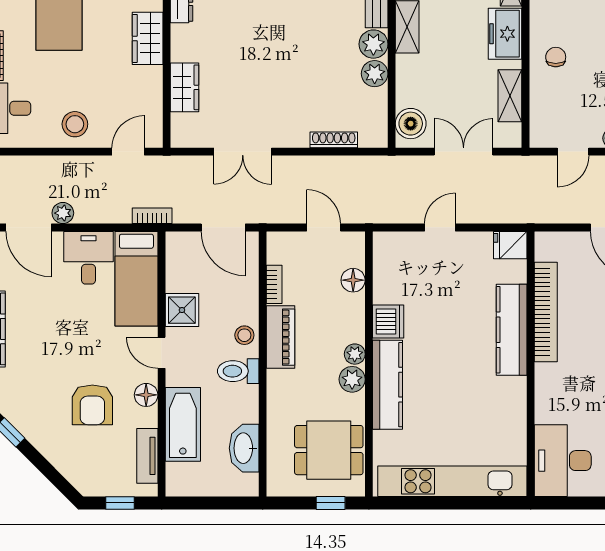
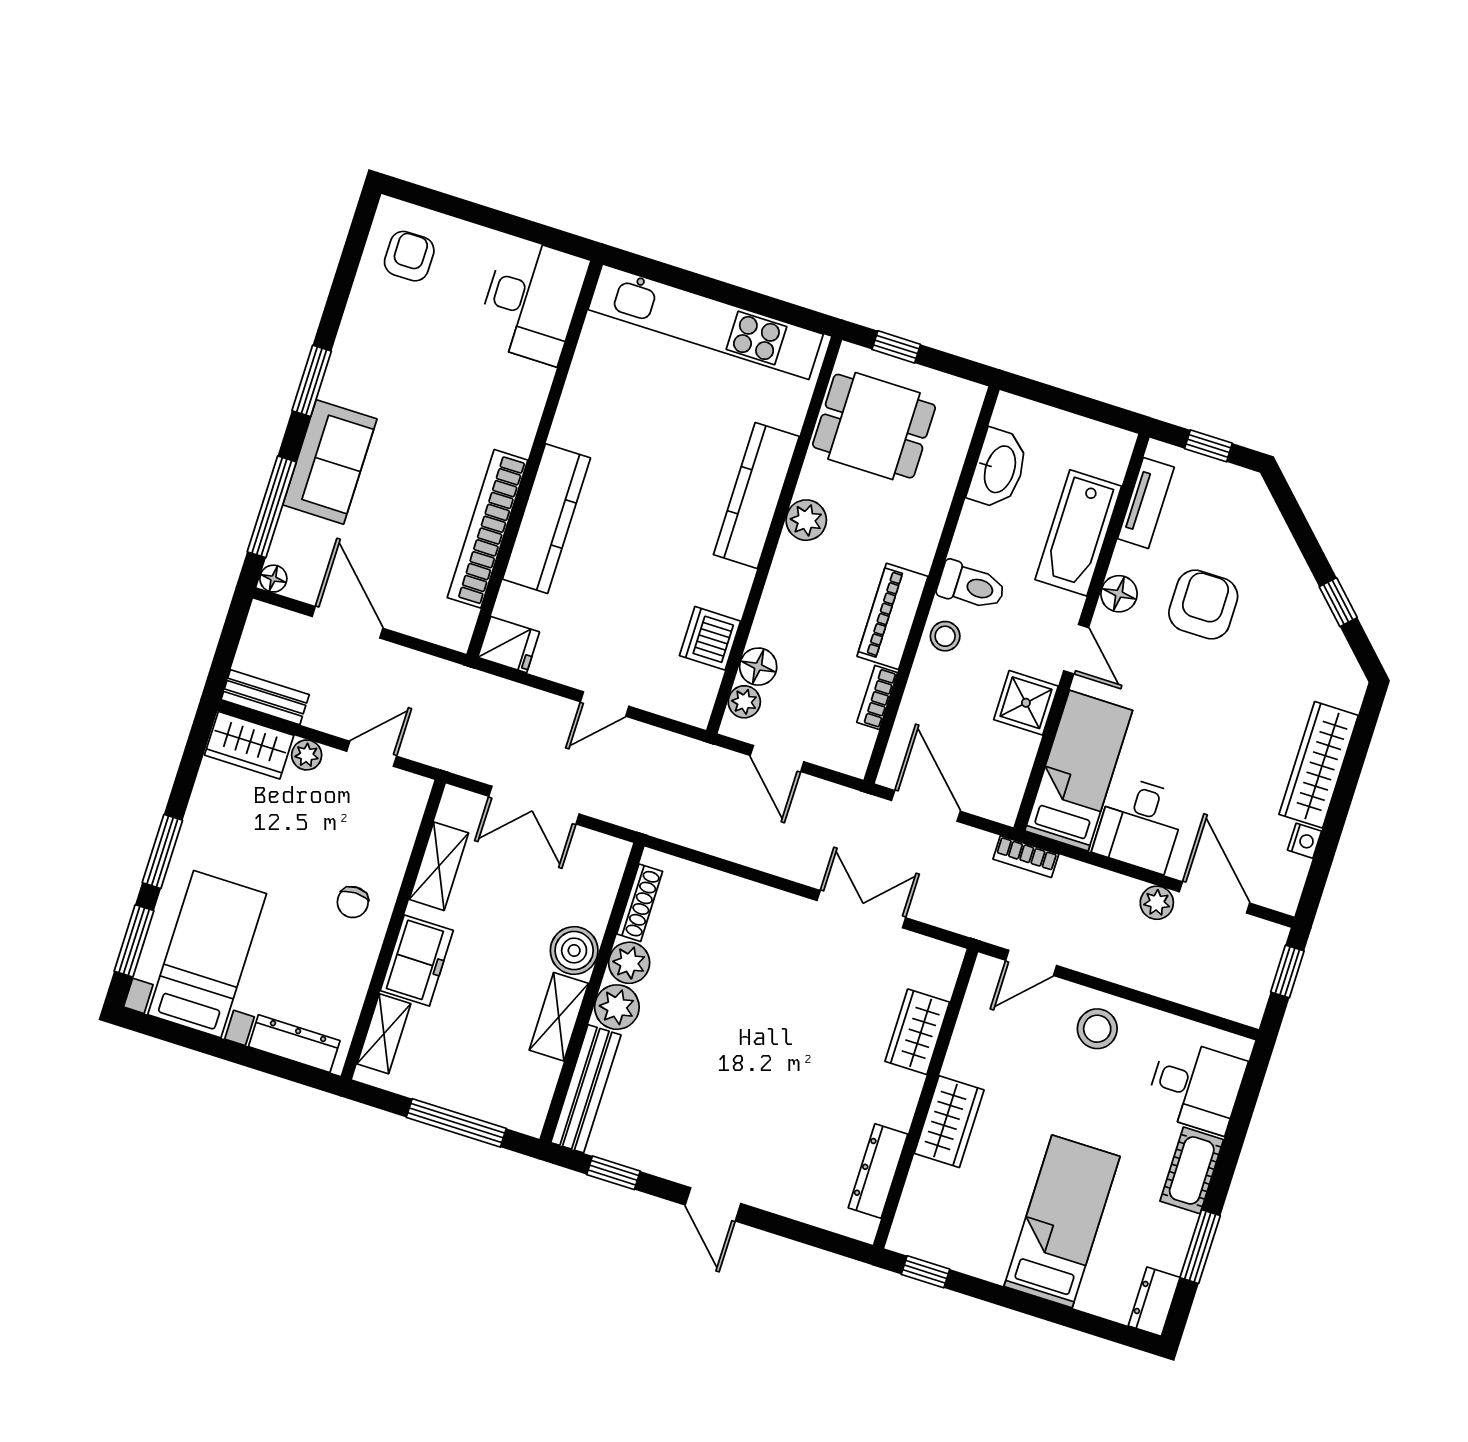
boiler: (411, 124) -> (574, 950), moved
shoe rack: (334, 140) -> (640, 903), moved, turned -90
dishwasher: (388, 321) -> (710, 638), moved
plant: (355, 354) -> (744, 702), moved

